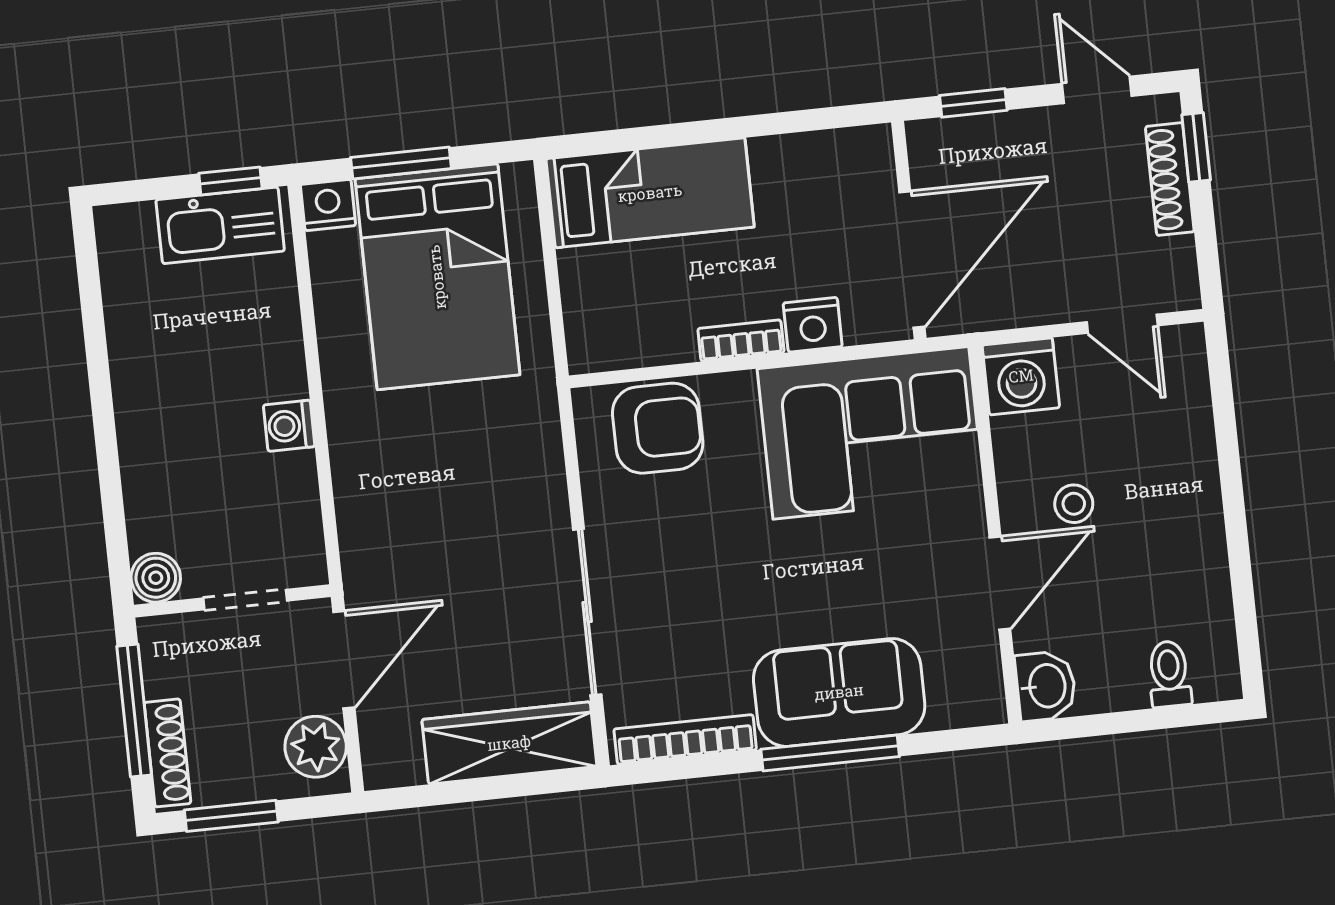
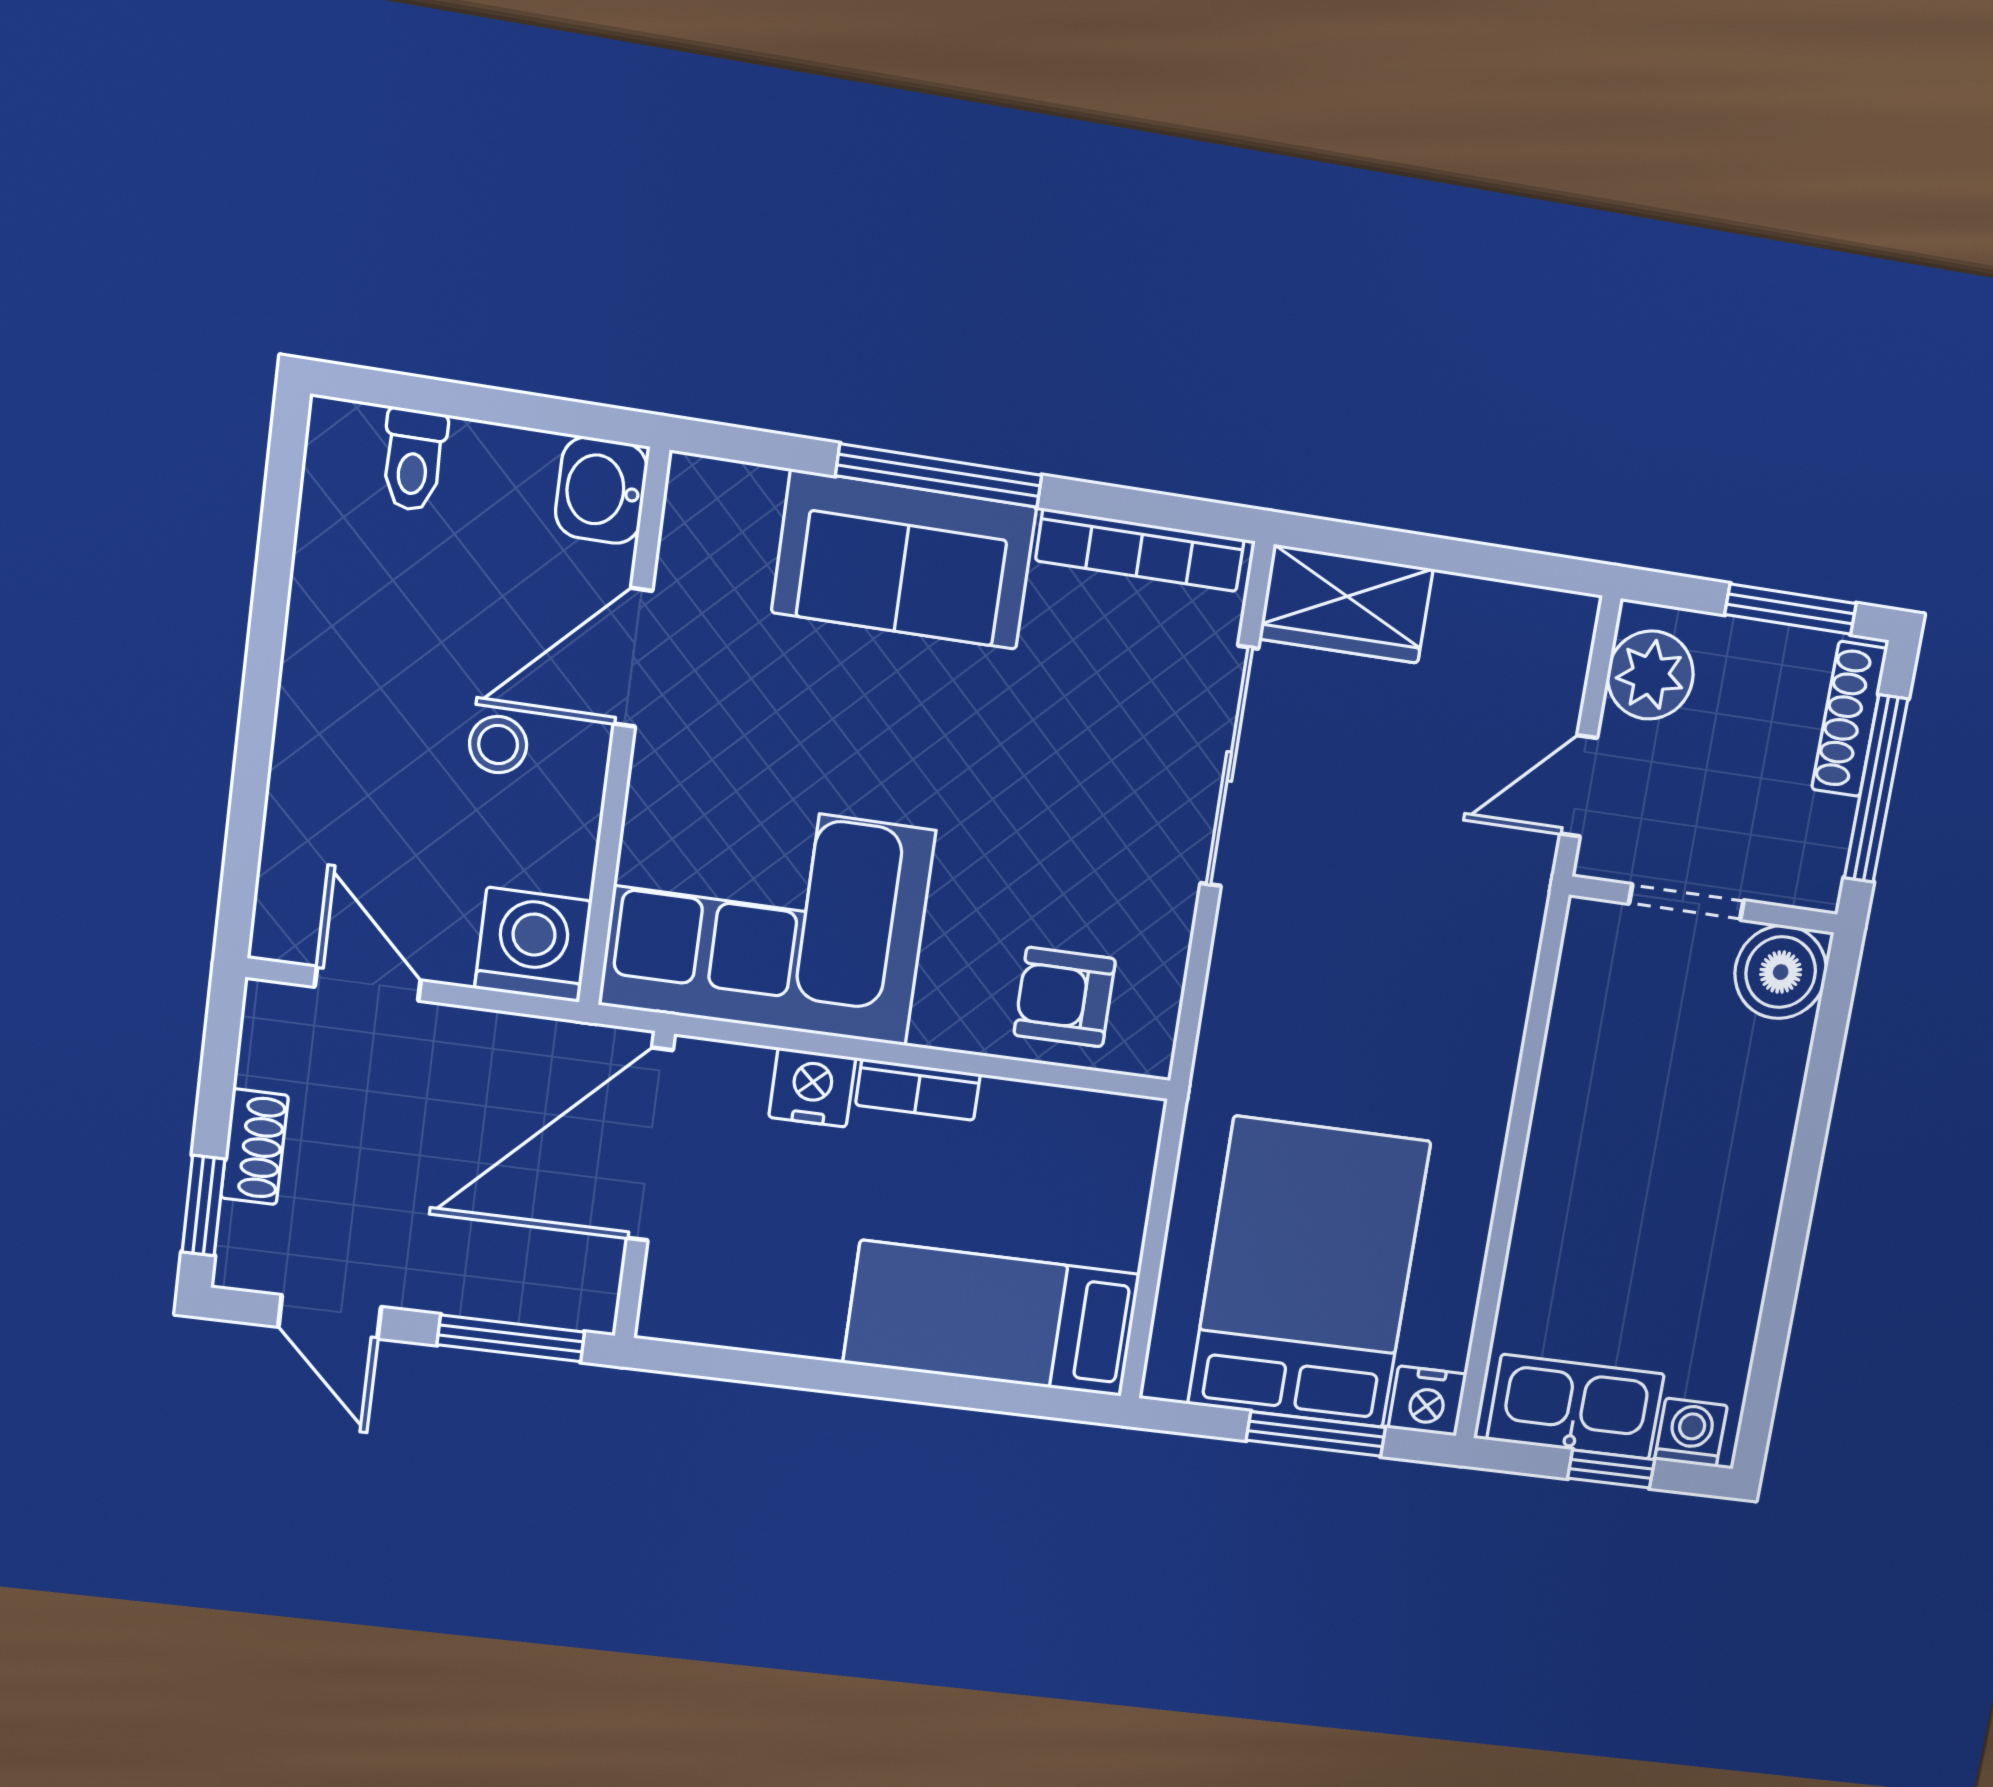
window: (973, 103) -> (511, 1338), width x1.50
shoe rack: (1170, 179) -> (255, 1147), width x0.70
window: (230, 181) -> (1611, 1469), moved
washing machine: (289, 426) -> (1691, 1433), moved, turned -90
armchair: (658, 428) -> (1065, 997), width x0.72, depth x0.72
boiler: (156, 578) -> (1781, 972), width x1.36, depth x1.36
door: (344, 660) -> (1579, 786), width x0.73
wardrobe: (509, 743) -> (1346, 604), width x0.67

